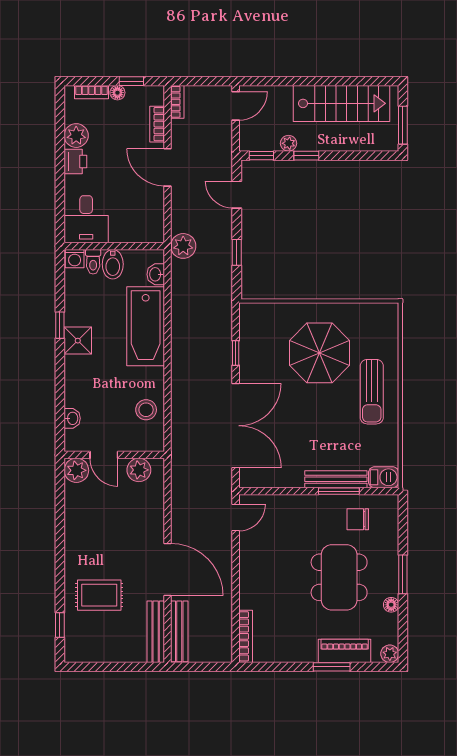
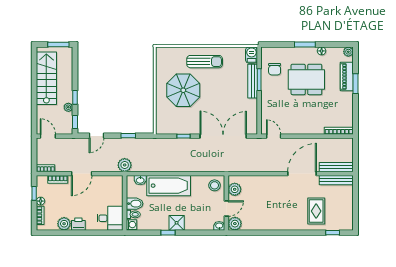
door: (104, 455) -> (226, 209), moved
wall: (114, 455) -> (226, 203), moved
plant: (76, 470) -> (235, 224), moved
plant: (139, 470) -> (235, 189), moved

